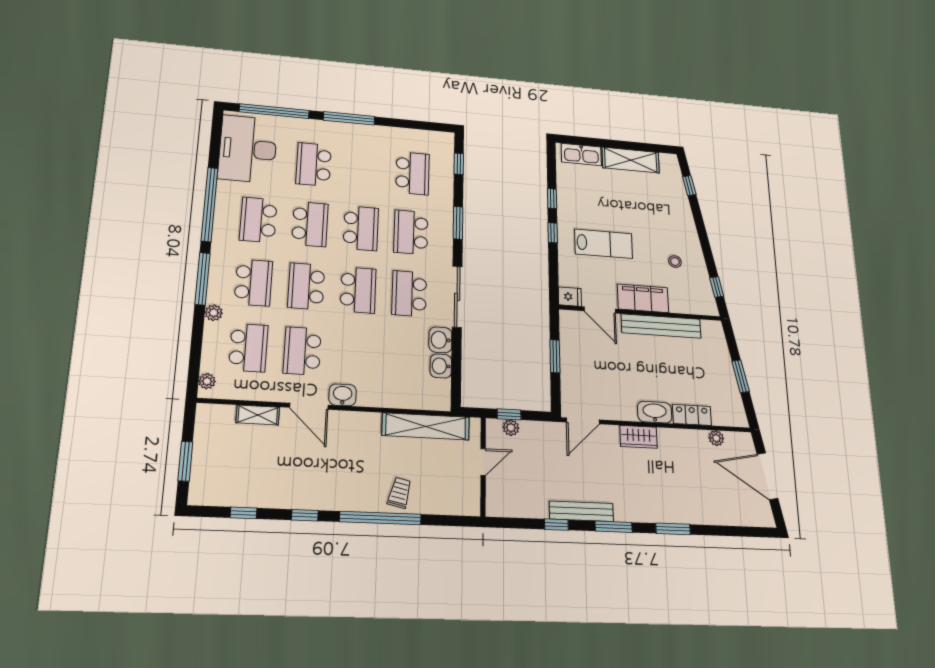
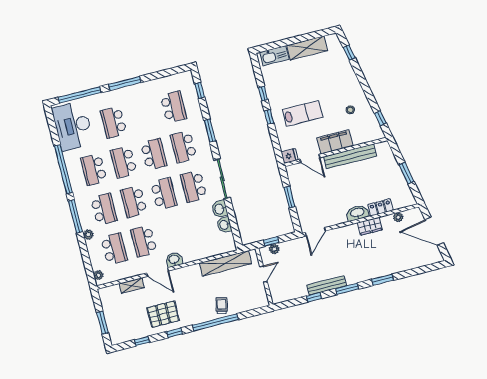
school desk: (310, 224) -> (124, 162), turned 180
wardrobe: (639, 437) -> (370, 226), moved
pallet: (296, 478) -> (163, 314), added

